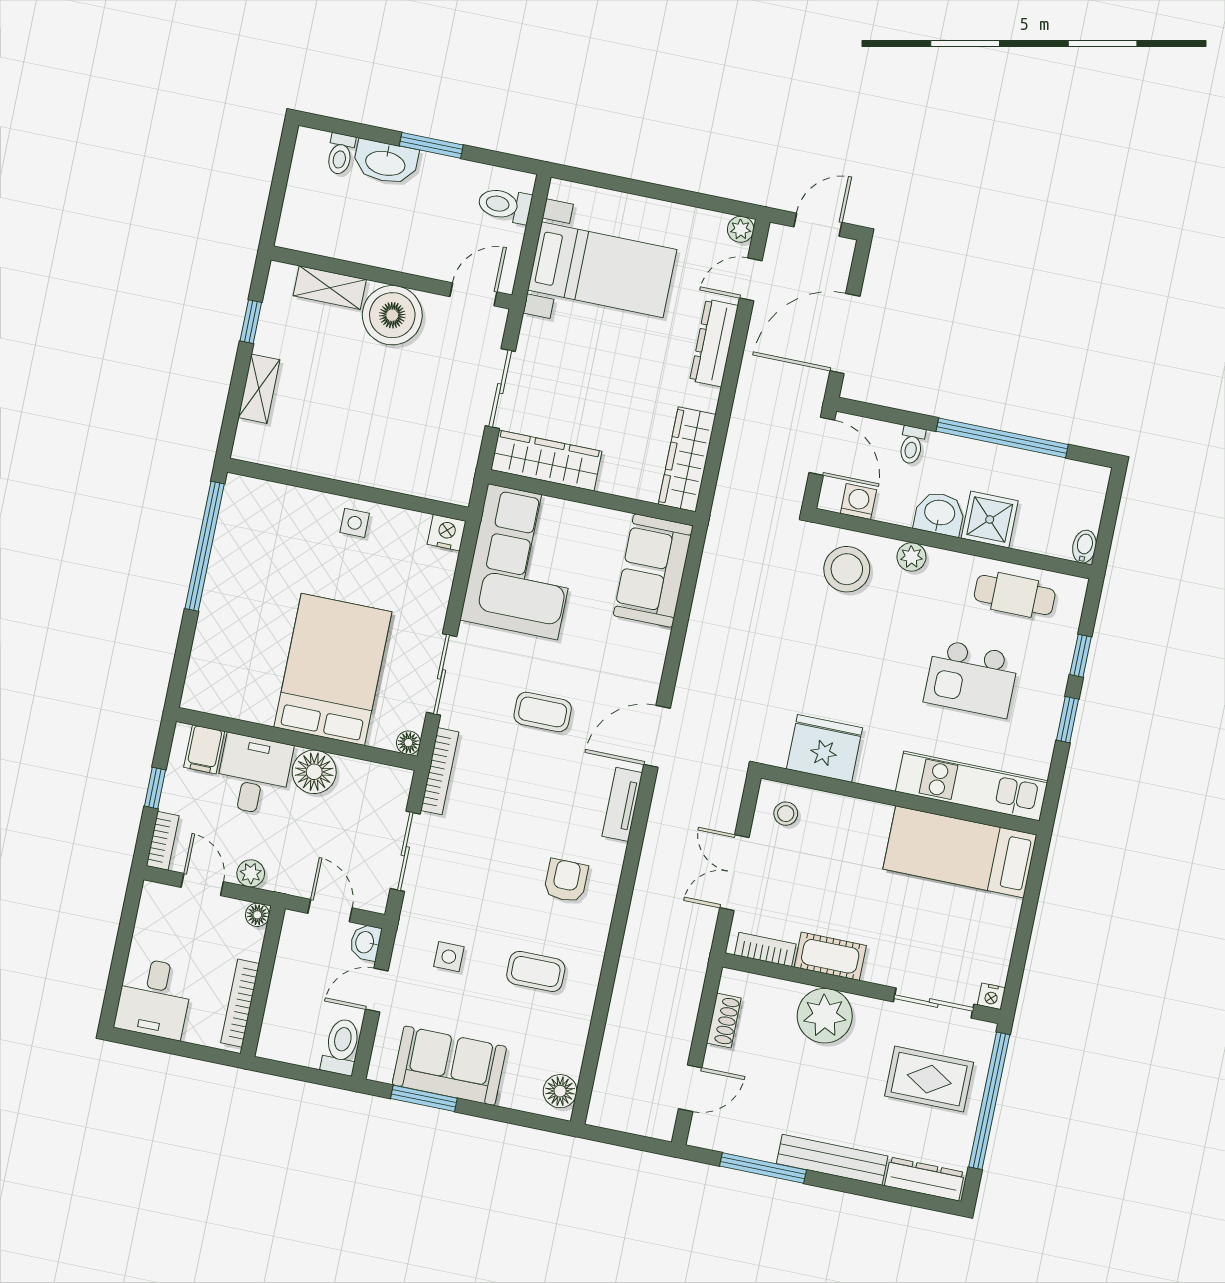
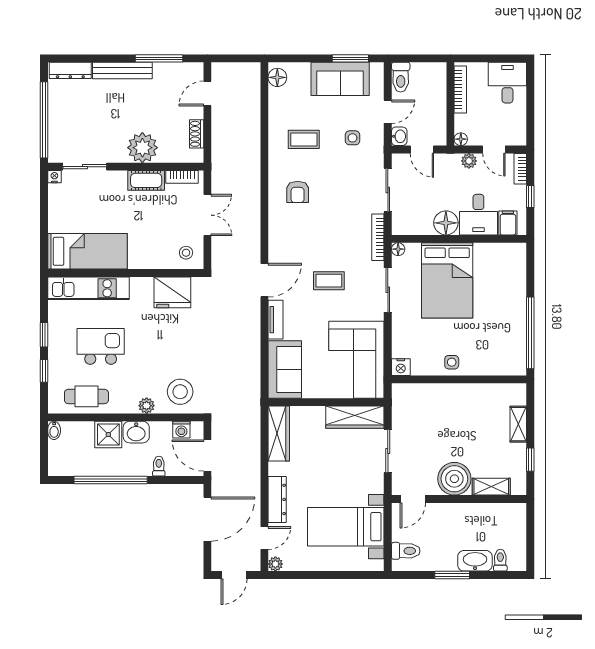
tv unit: (622, 804) -> (276, 320), moved
rug: (929, 1079) -> (79, 125), removed

